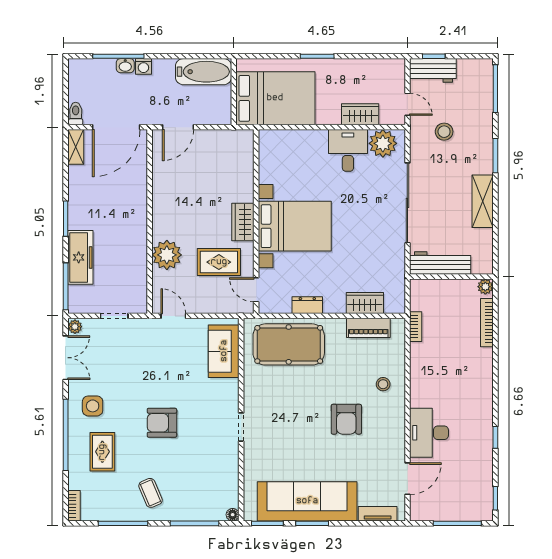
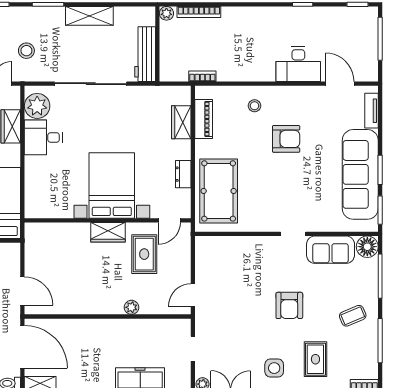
plant: (167, 255) -> (131, 307), width x0.53, depth x0.53
sofa: (224, 351) -> (331, 250), moved
rug: (102, 452) -> (315, 359), turned 90
floor lamp: (233, 515) -> (367, 247), width x1.89, depth x1.89

